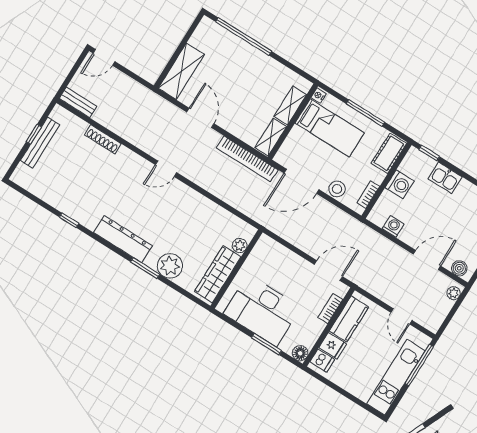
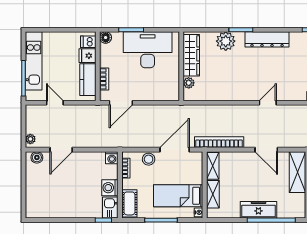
freezer: (251, 57) -> (258, 210), added
kitchen sink: (445, 178) -> (110, 207), moved, turned -90
washing machine: (393, 226) -> (112, 158), moved

